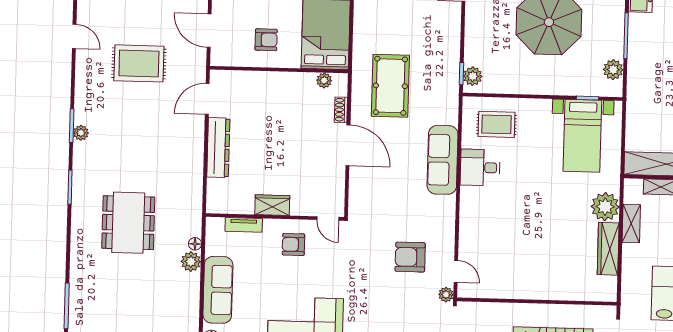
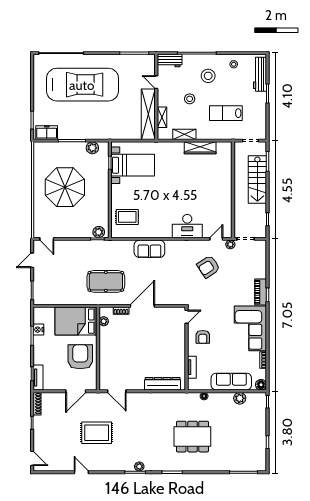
door: (74, 36) -> (81, 472), hinge flipped
armchair: (266, 40) -> (80, 357), width x1.88, depth x1.88
rug: (139, 63) -> (97, 433), turned 90
rug: (496, 124) -> (127, 217), turned 90
dresser: (218, 148) -> (163, 384), moved
sofa: (443, 160) -> (149, 249), width x0.73
desk: (480, 167) -> (187, 226), moved, width x1.37
wardrobe: (272, 205) -> (179, 350), removed
plant: (605, 207) -> (175, 150), removed
armchair: (410, 257) -> (208, 267), turned 57
plant: (191, 262) -> (240, 398), moved

